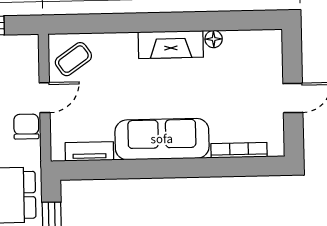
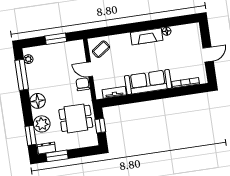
door: (45, 98) -> (90, 69), swing flipped

